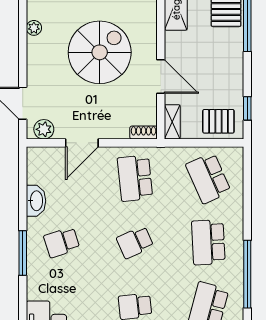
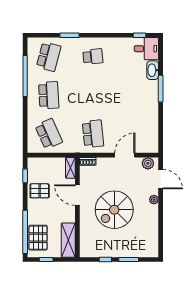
plant: (34, 28) -> (154, 200), moved
pallet: (218, 121) -> (40, 191), moved
washbasin: (36, 201) -> (153, 70), moved
school desk: (62, 242) -> (137, 95), removed
school desk: (135, 242) -> (93, 95), removed

